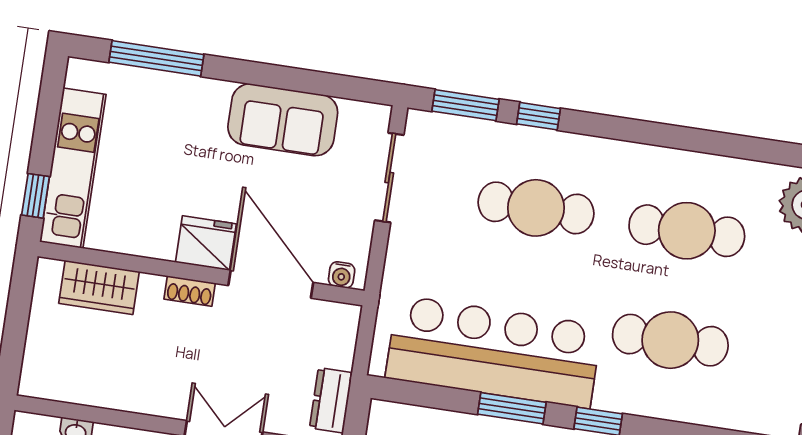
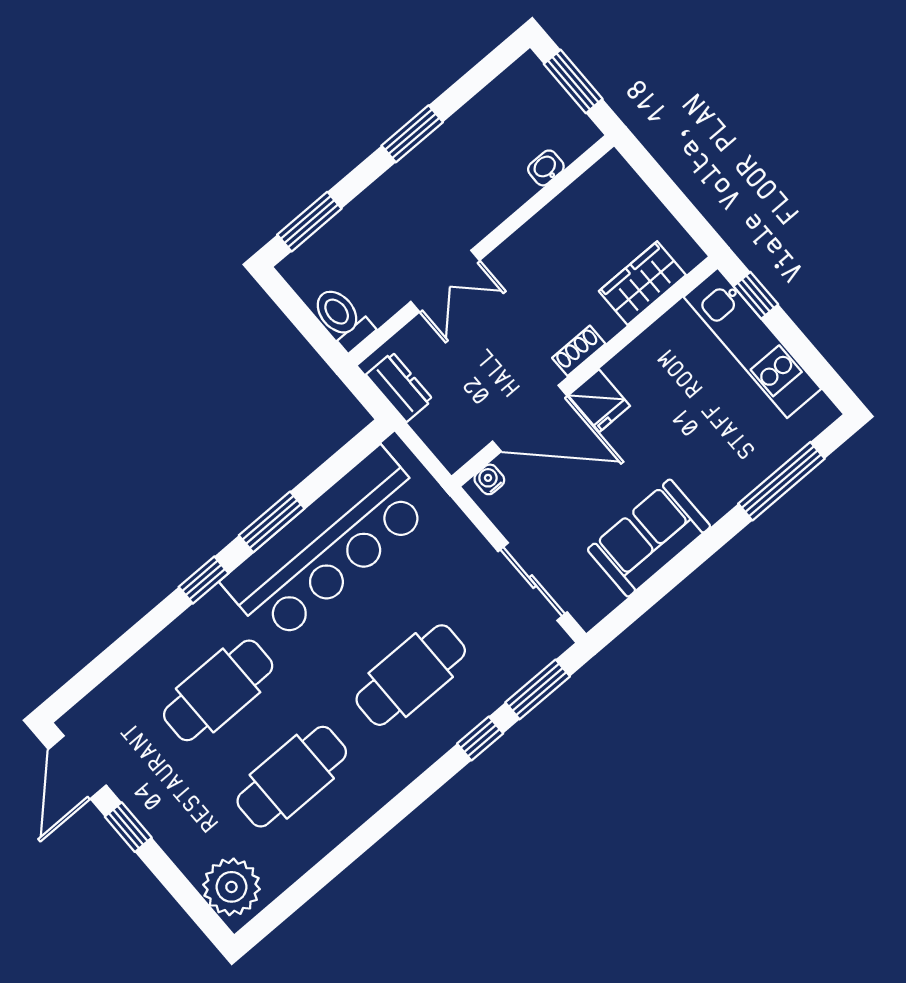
fridge: (206, 243) -> (599, 401), width x0.72

